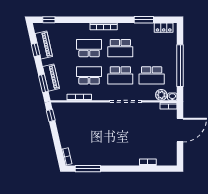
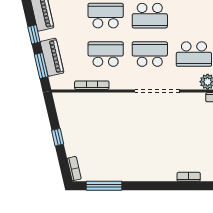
window: (36, 50) -> (34, 34), moved
school desk: (120, 75) -> (150, 54), turned 180
window: (51, 116) -> (58, 137), moved

